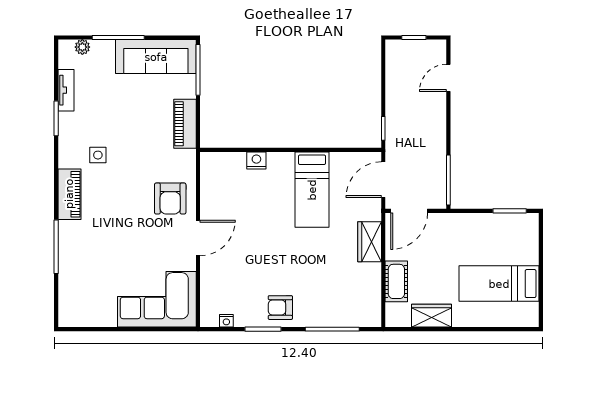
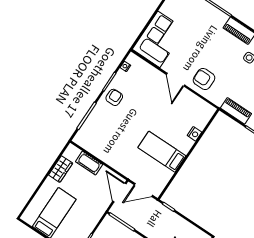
door: (383, 180) -> (143, 190), swing flipped
wardrobe: (370, 242) -> (117, 163), removed

